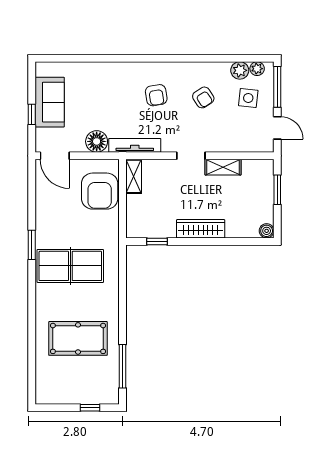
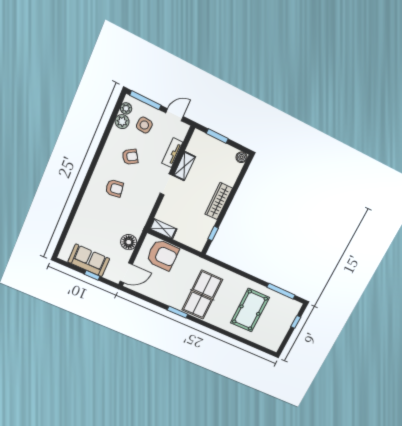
tv unit: (135, 145) -> (172, 153), moved, width x0.71

